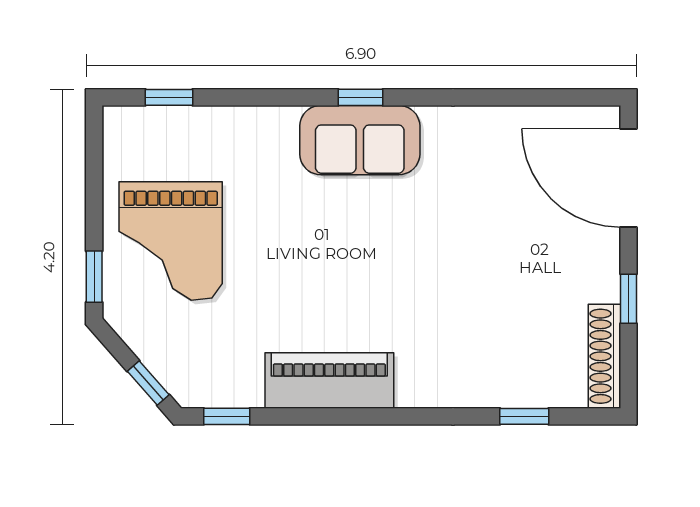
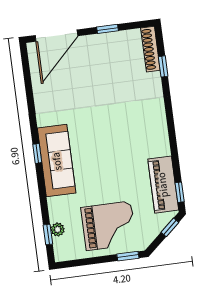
plant: (178, 122) -> (58, 229), added
sofa: (360, 140) -> (57, 161), width x1.36
shoe rack: (604, 356) -> (150, 49), moved, turned 90
piano: (329, 381) -> (163, 185), moved

